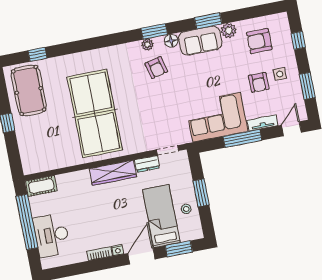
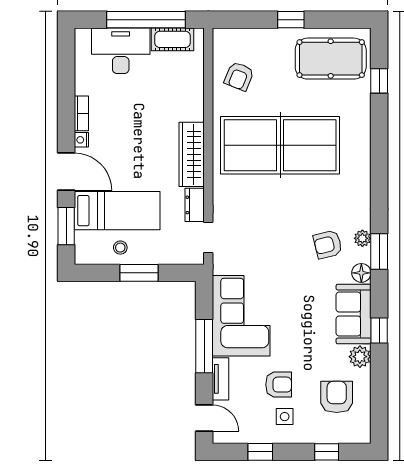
window: (208, 21) -> (379, 331), width x0.67
armchair: (259, 82) -> (279, 385), turned 180
window: (307, 86) -> (260, 452), width x0.67
armchair: (53, 151) -> (239, 76), added
cot: (41, 186) -> (173, 39), moved, turned 90

